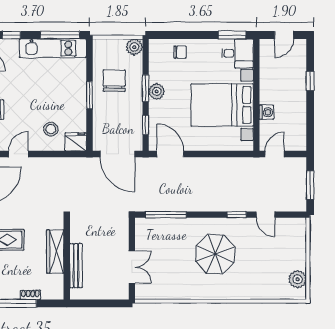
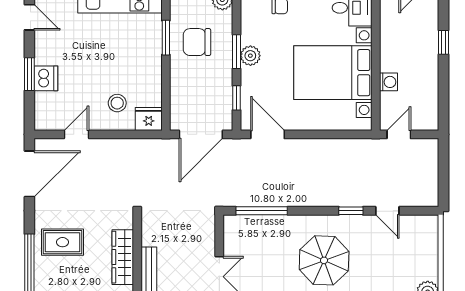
chair: (114, 81) -> (197, 42), turned -90
window: (89, 95) -> (166, 38), moved
door: (117, 154) -> (201, 134), hinge flipped
window: (310, 185) -> (443, 173), removed

